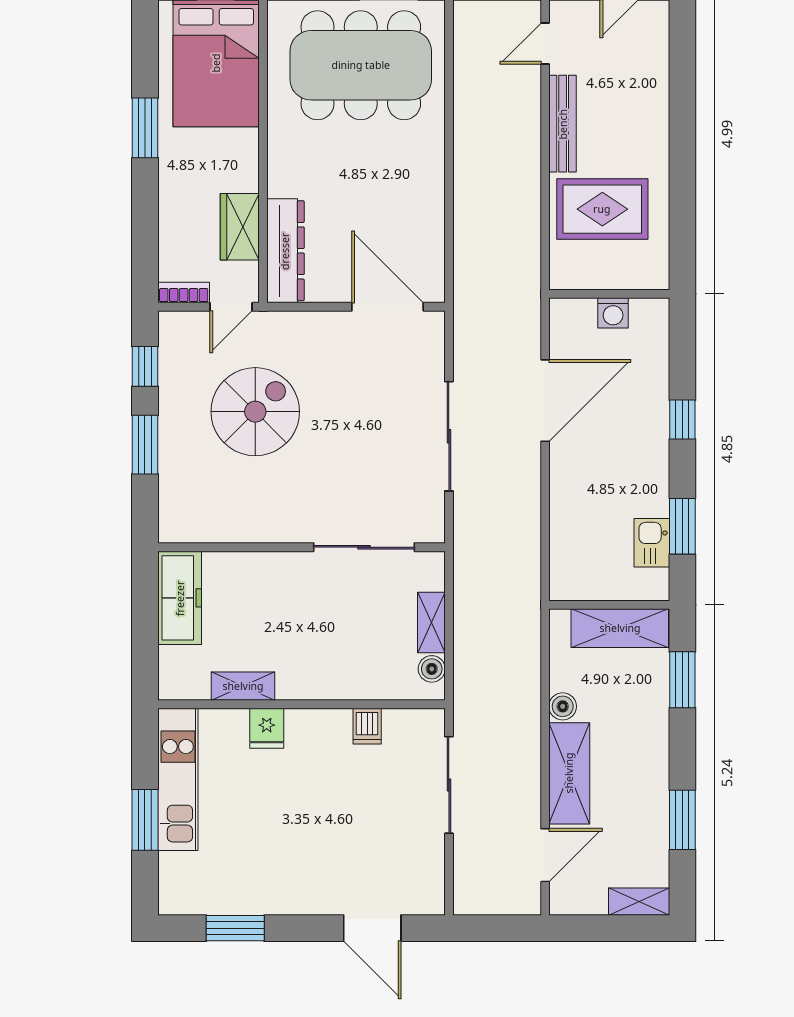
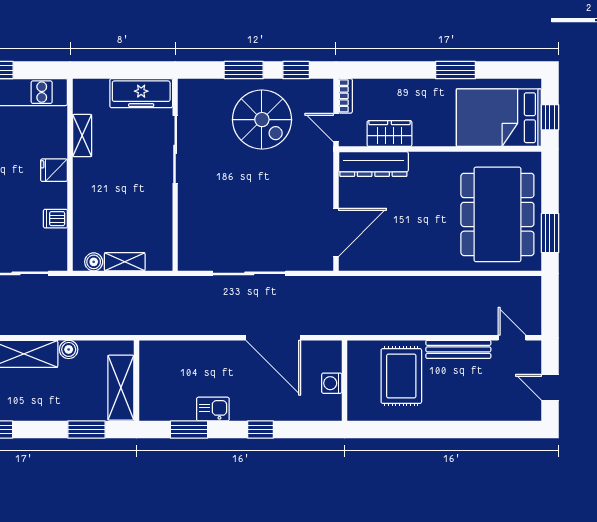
spiral stairs: (255, 412) -> (262, 120), moved
kitchen sink: (652, 543) -> (213, 409), moved
sliding door: (364, 547) -> (175, 149), moved
fridge: (267, 728) -> (54, 170), moved

